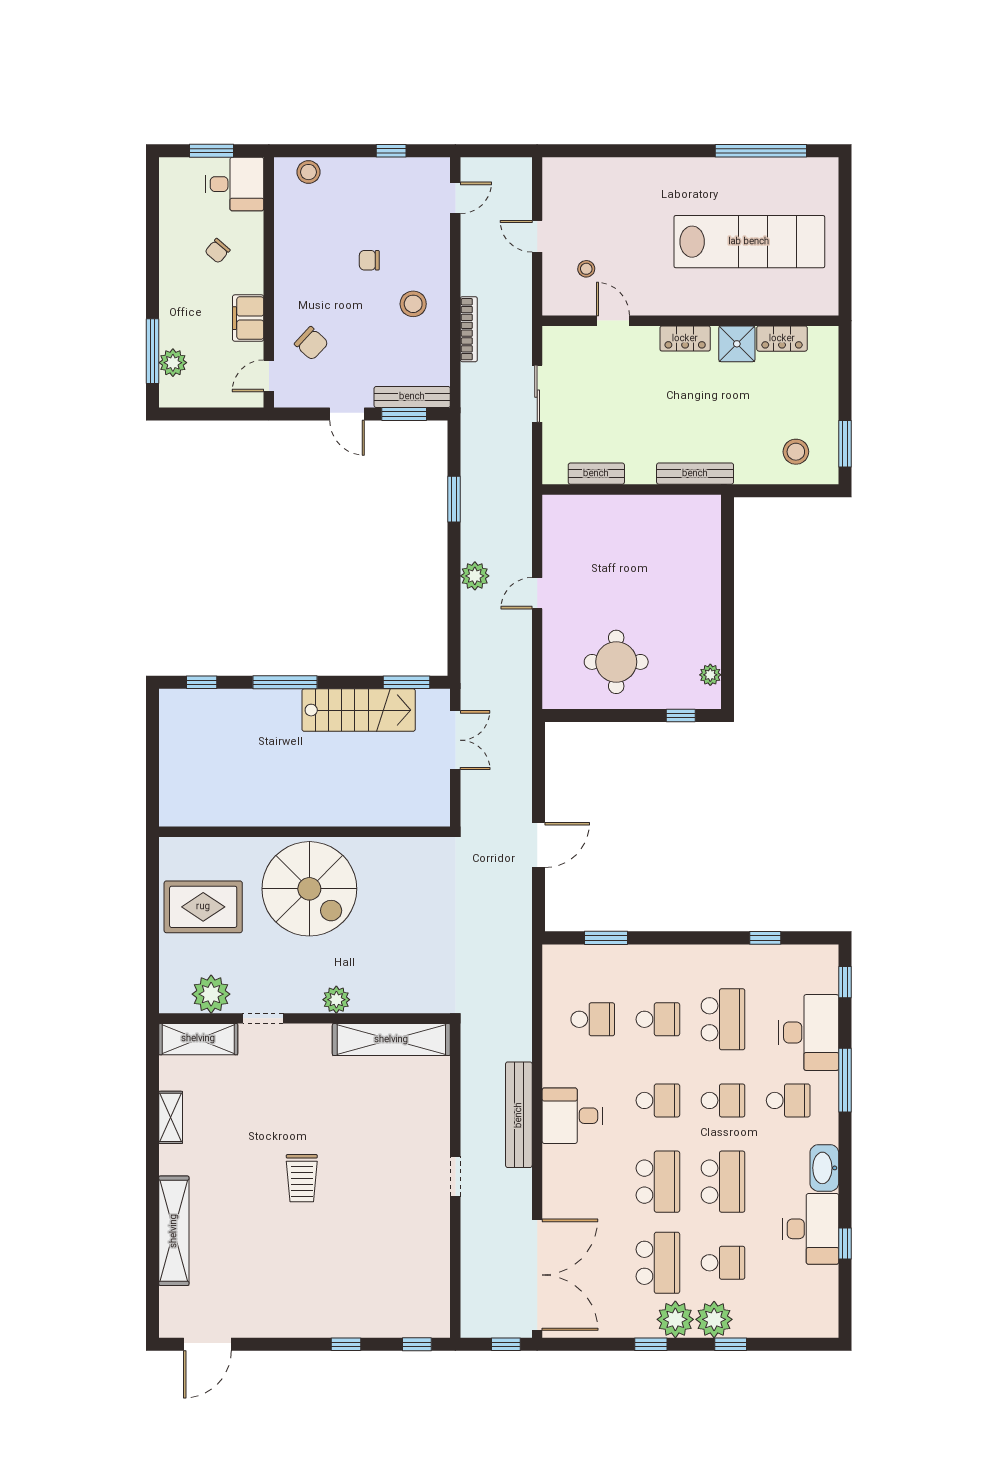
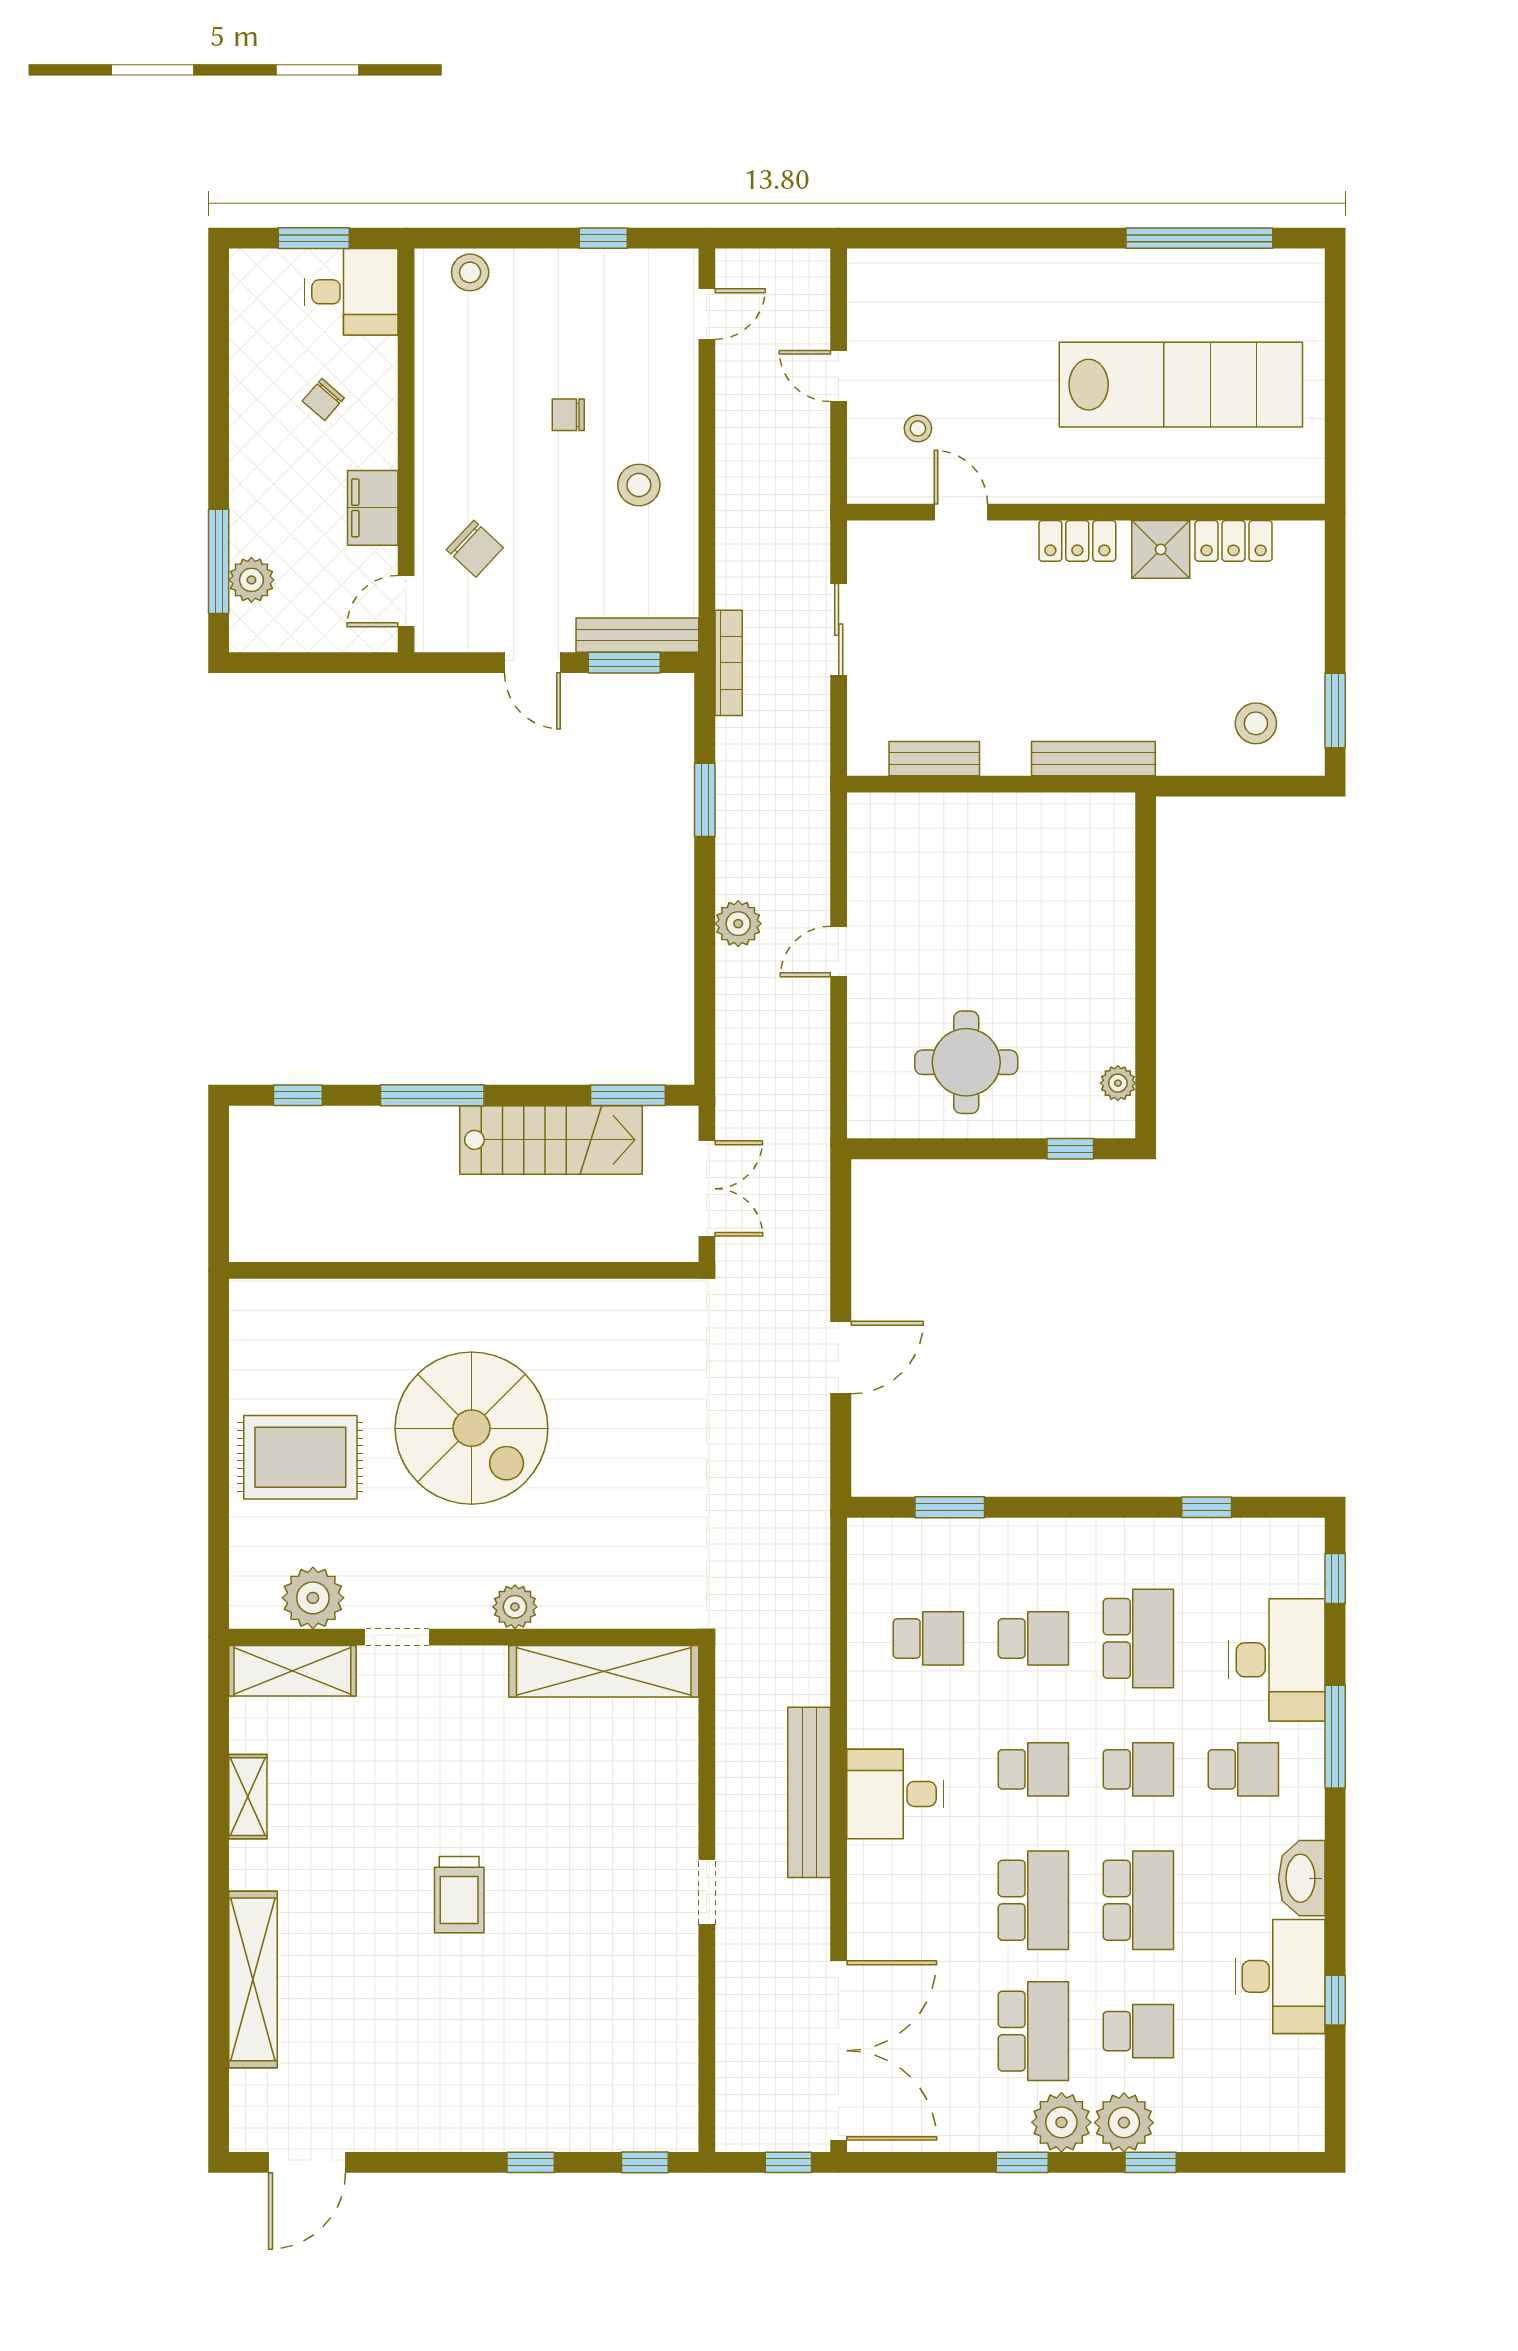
bookcase: (469, 329) -> (729, 663), moved
wall: (305, 832) -> (464, 1270), moved

